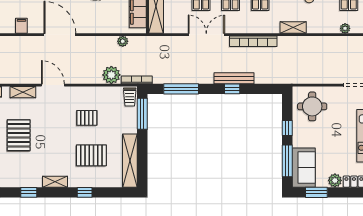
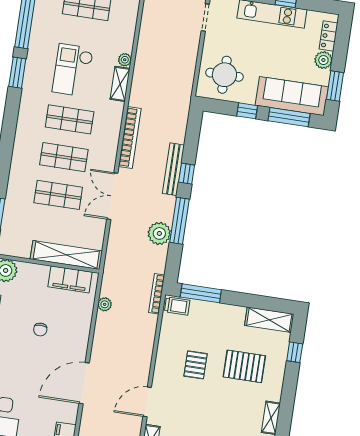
plant: (345, 28) -> (125, 60), moved
plant: (111, 75) -> (159, 233), moved
window: (181, 89) -> (179, 221), moved
pallet: (91, 155) -> (244, 366), turned 90
shelving: (130, 161) -> (269, 320), width x0.68
sofa: (304, 168) -> (292, 96), width x1.36
window: (85, 192) -> (295, 352), moved

